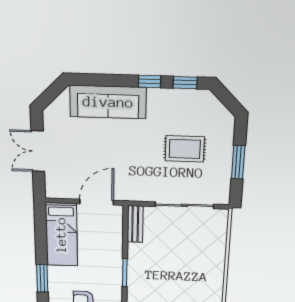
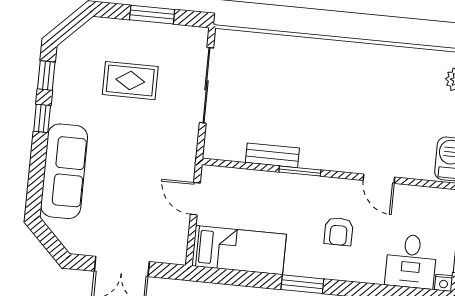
rug: (185, 149) -> (130, 81), turned 90
door: (97, 202) -> (195, 199), width x0.73
bench: (135, 224) -> (272, 155), moved

